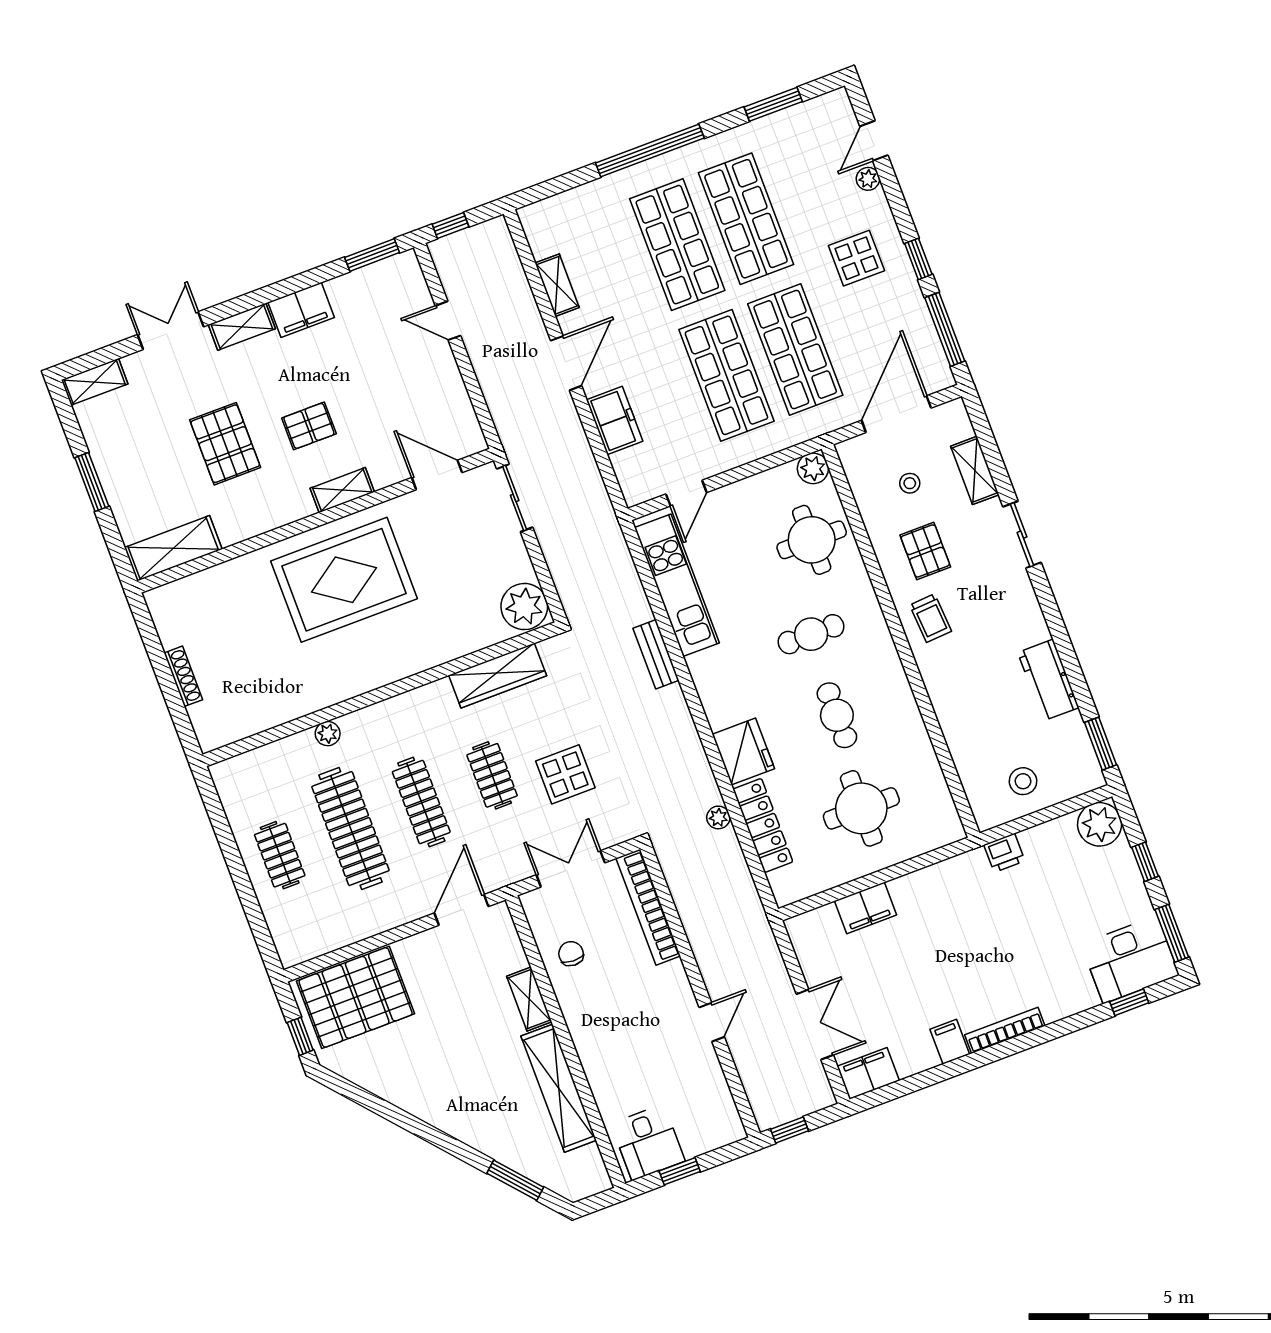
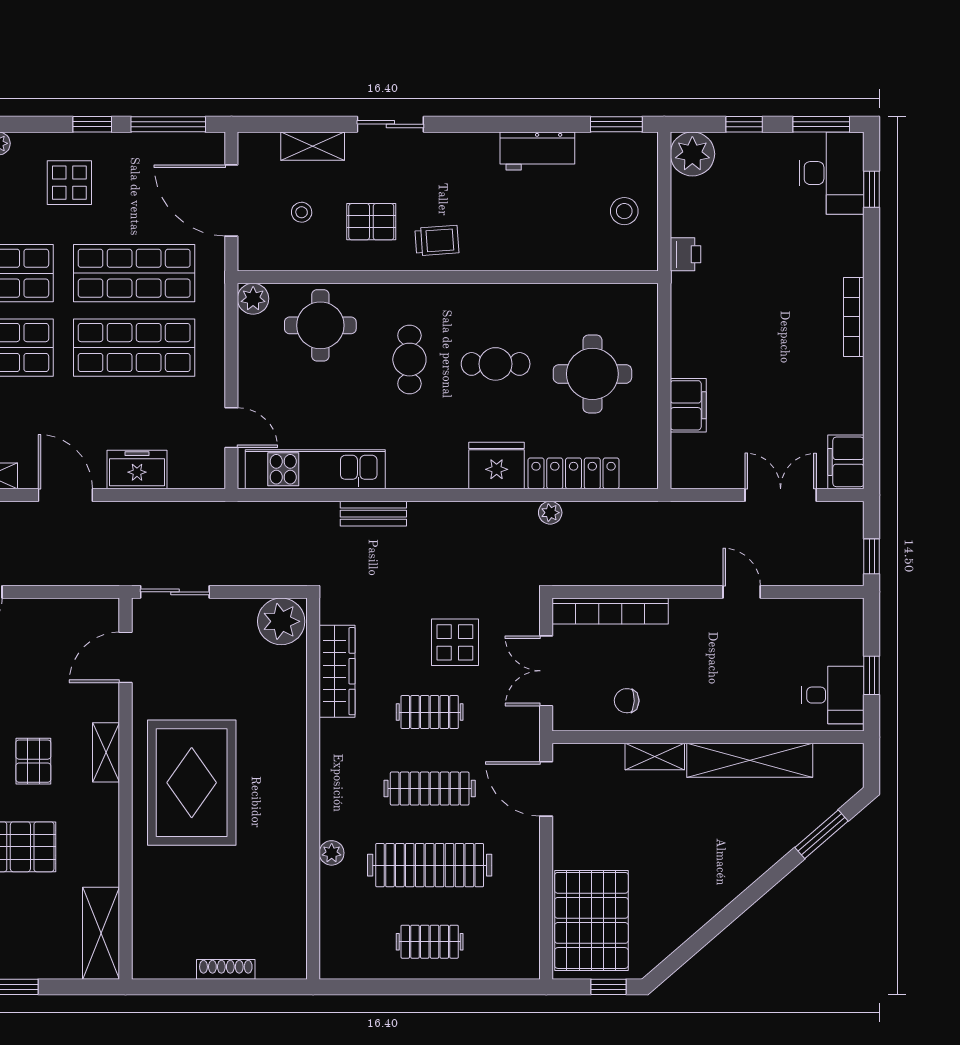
filing cabinet: (950, 1042) -> (845, 373), removed

